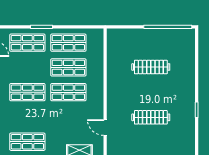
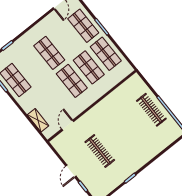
clothes rail: (151, 67) -> (151, 110), moved

